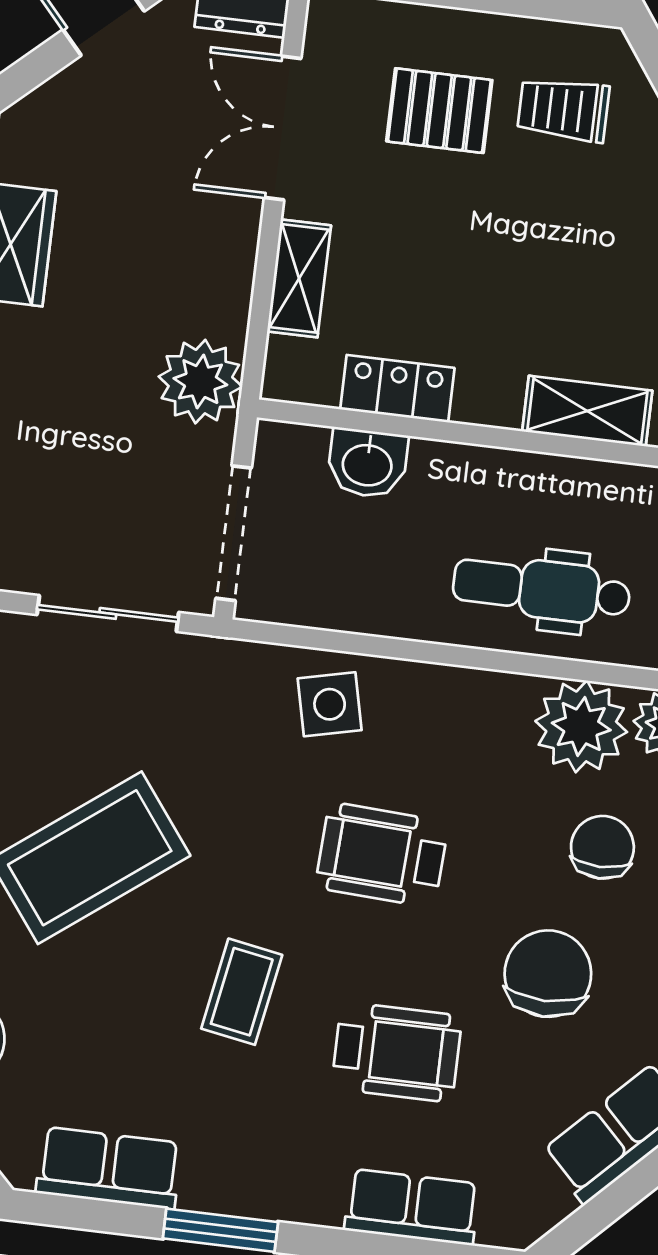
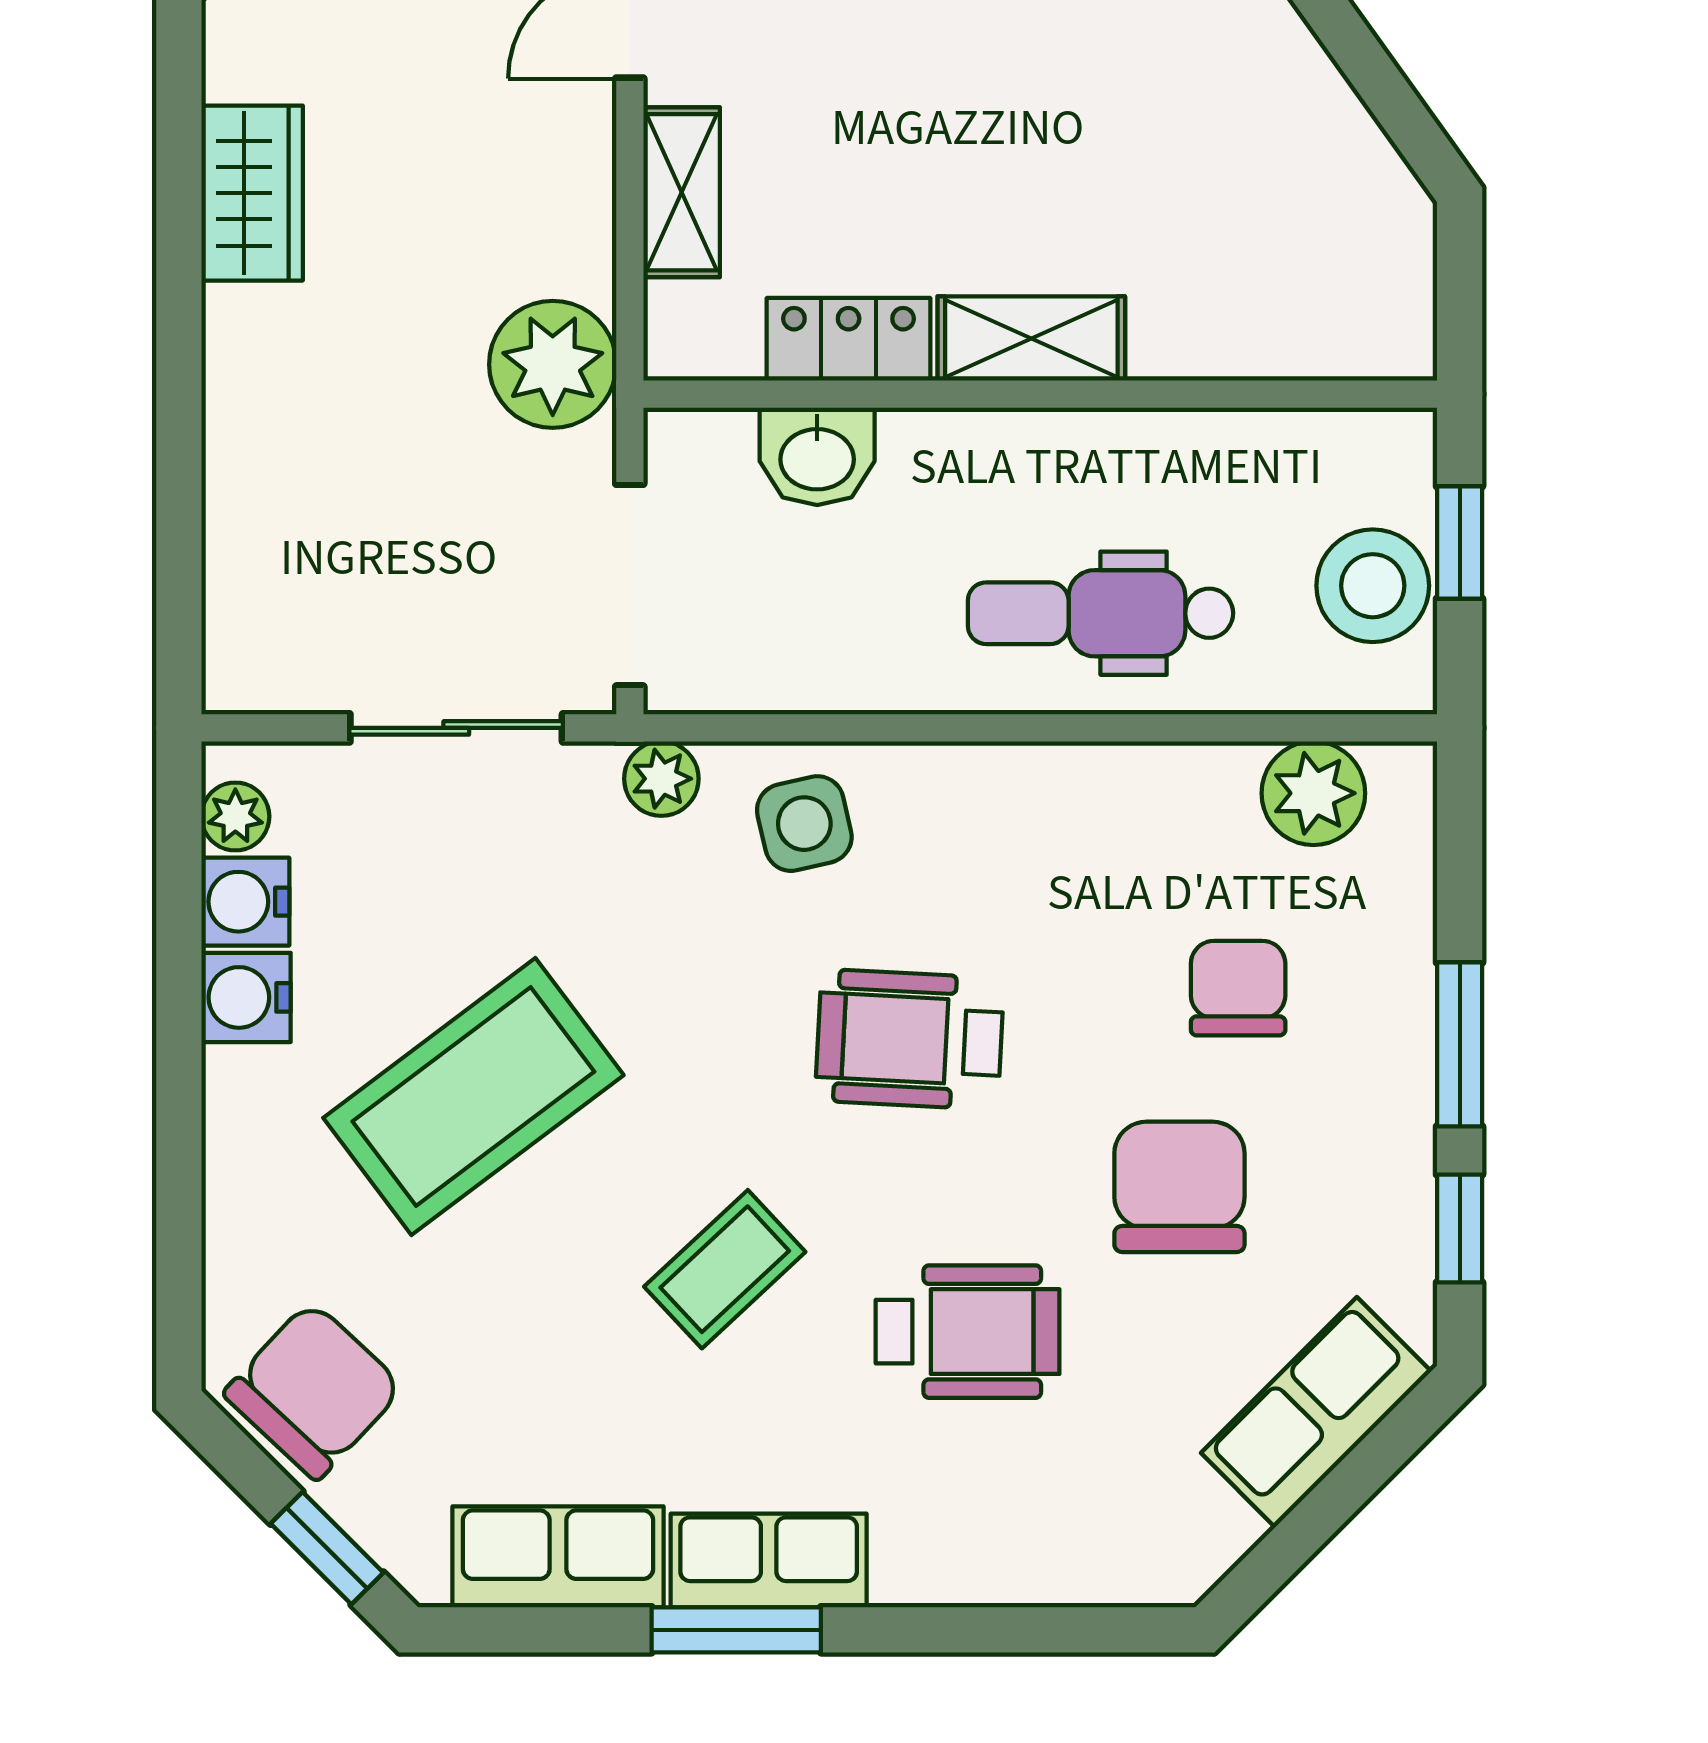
shelving: (587, 411) -> (1031, 338), moved
plant: (581, 726) -> (661, 779), moved, width x0.53, depth x0.53
coffee table: (242, 992) -> (725, 1269), turned 37
row of seats: (412, 1207) -> (769, 1560), moved

